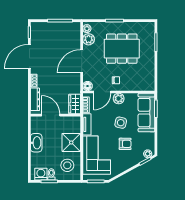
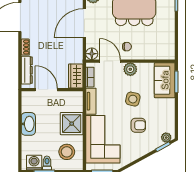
door: (102, 92) -> (110, 61), swing flipped
sofa: (146, 113) -> (165, 80), width x0.73

